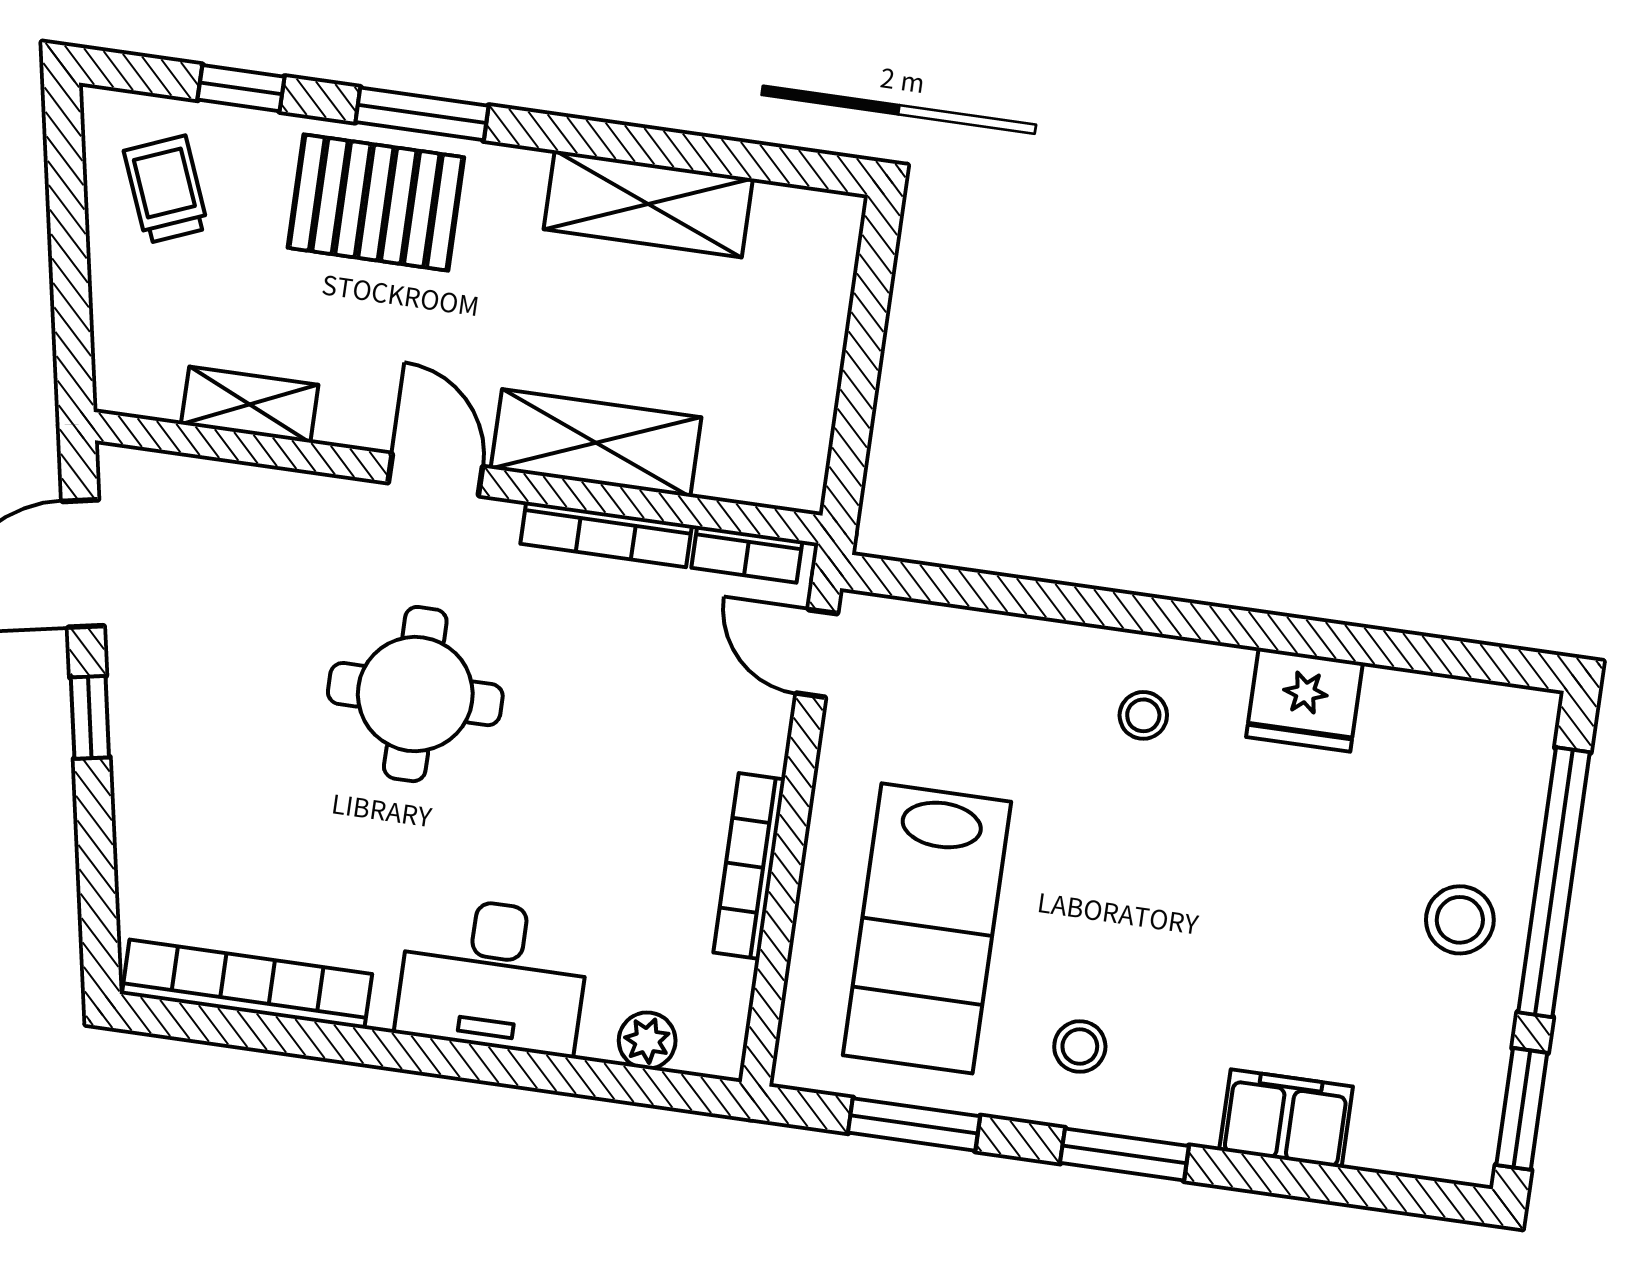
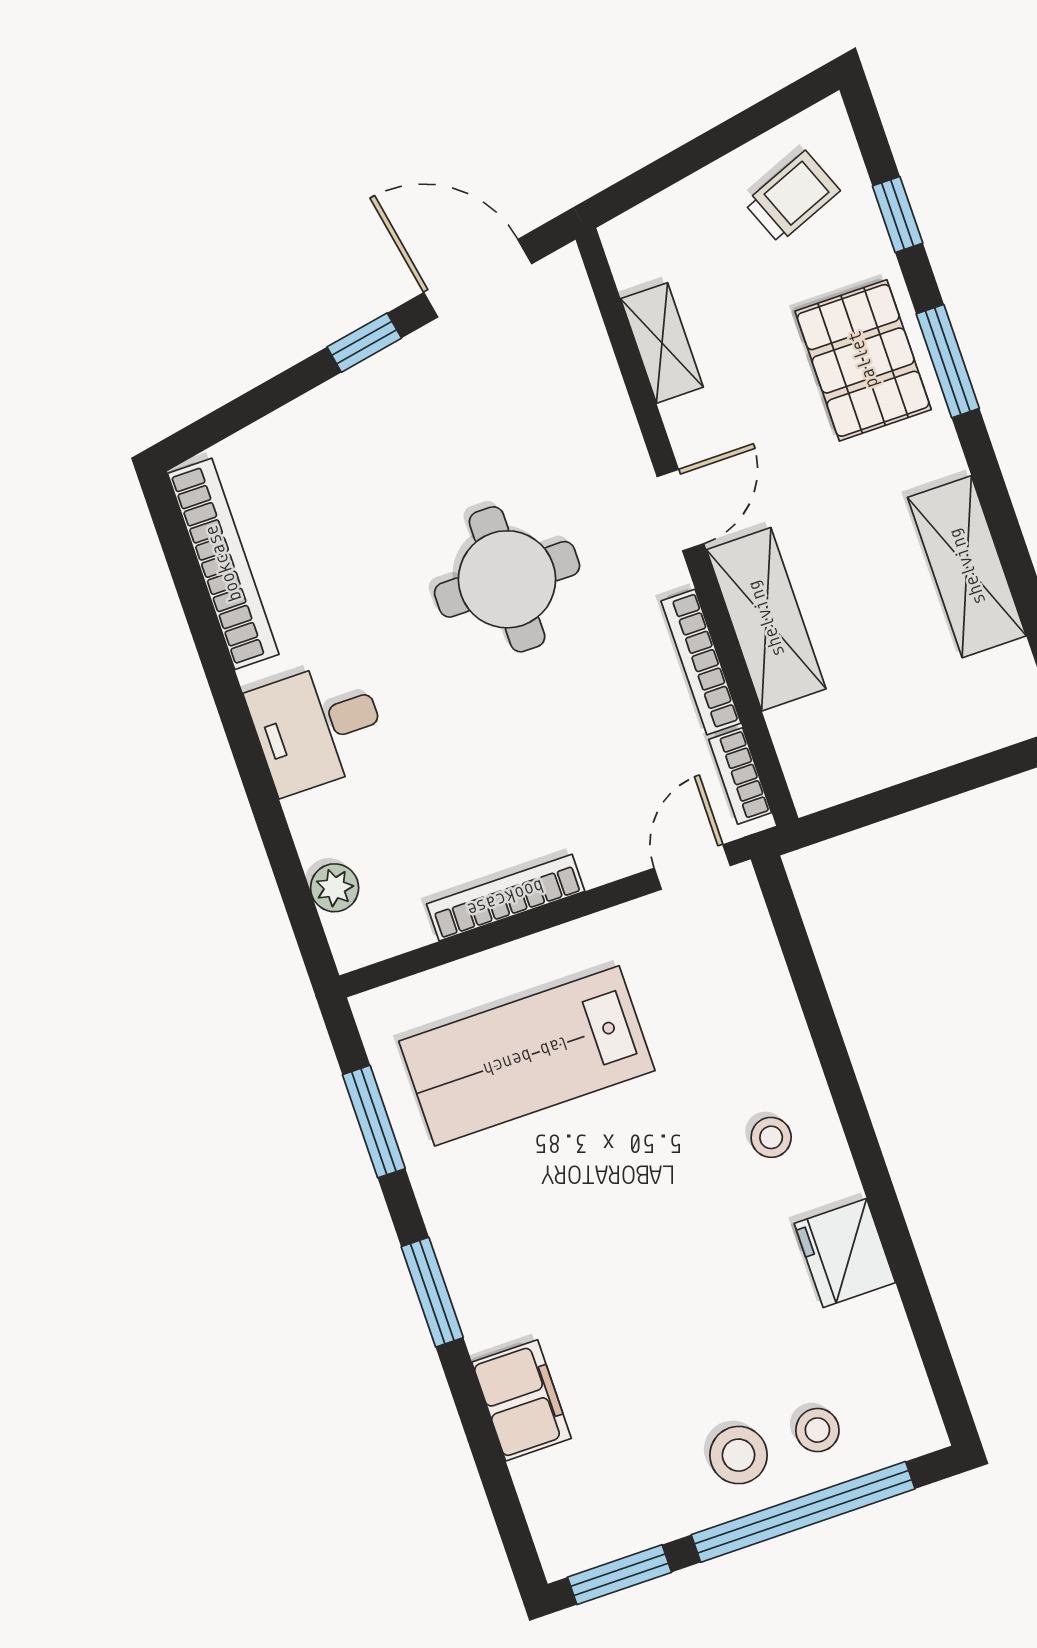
desk: (493, 975) -> (318, 727), width x0.73
stool: (1080, 1047) -> (817, 1430), moved

